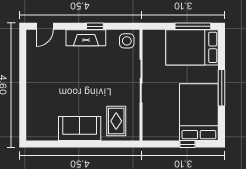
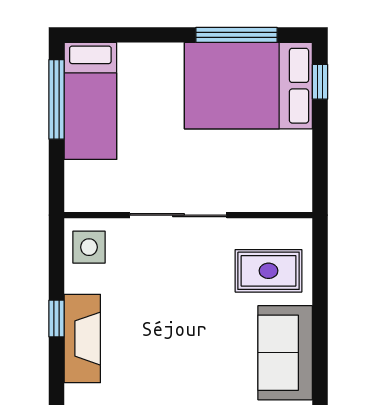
bed: (192, 47) -> (90, 101), width x0.67
window: (222, 88) -> (237, 35), moved
window: (187, 144) -> (320, 82), moved

